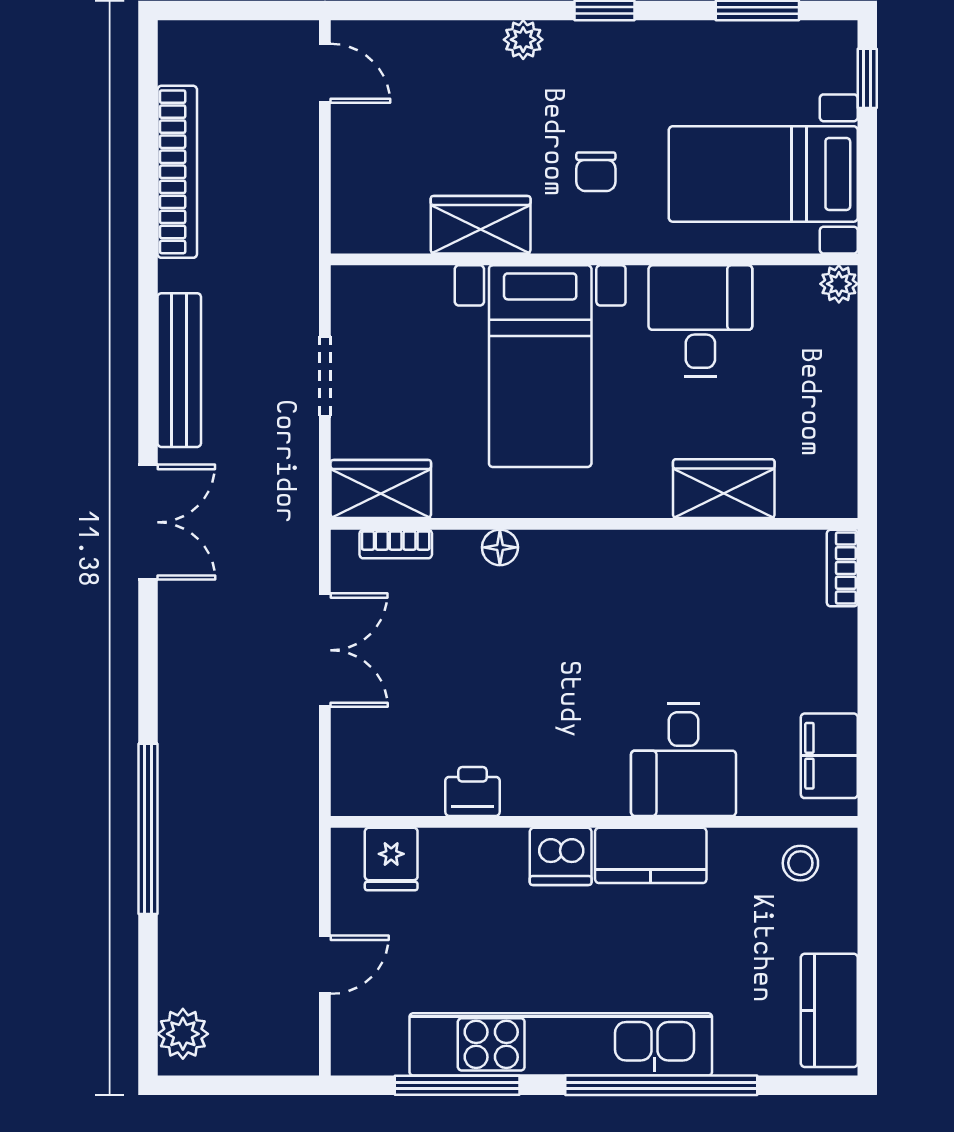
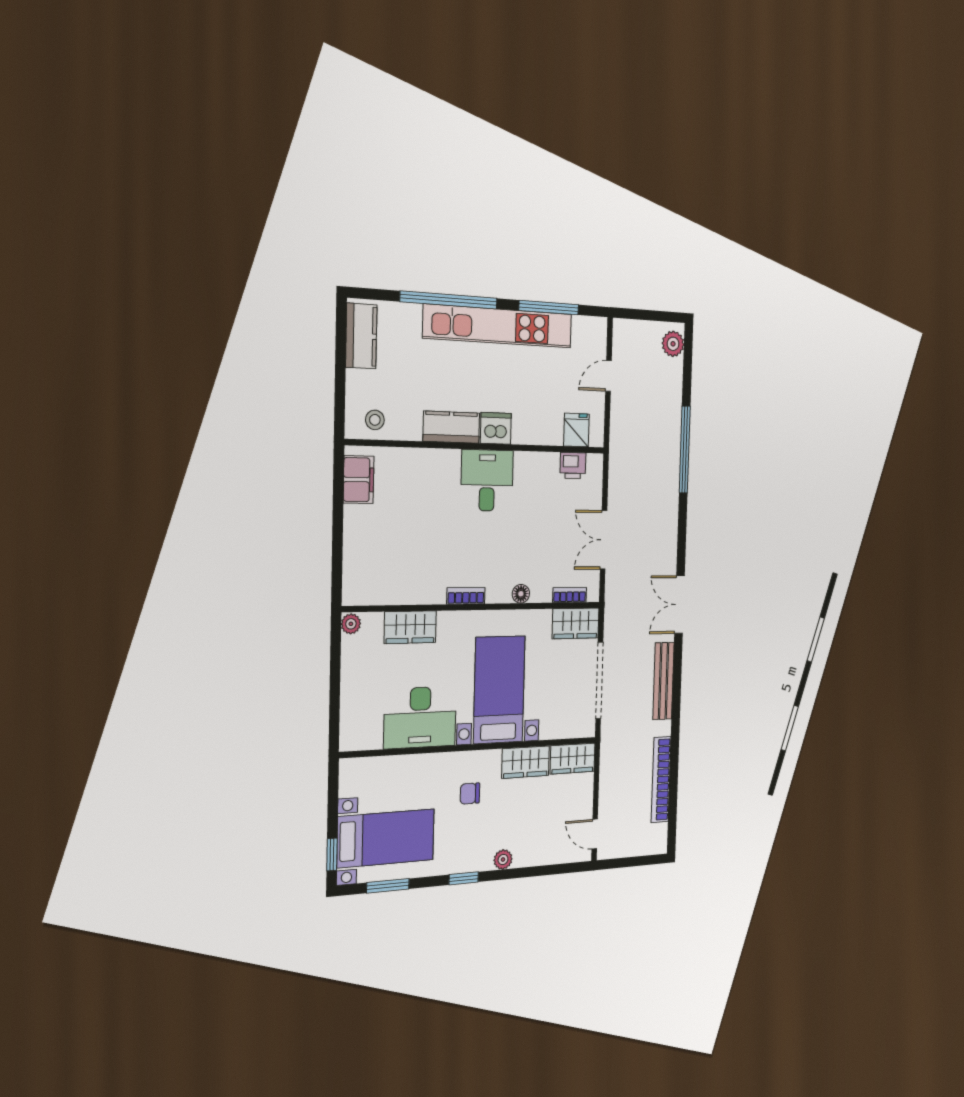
chair: (596, 172) -> (470, 794), turned -90
bed with nightstands: (763, 174) -> (386, 838), moved
wardrobe: (379, 226) -> (573, 759), added
plant: (839, 284) -> (351, 624), moved
desk: (700, 321) -> (420, 717), width x1.37
doorway: (325, 376) -> (599, 680), width x1.87
bookcase: (842, 568) -> (466, 596), moved, turned -90
desk: (684, 760) -> (487, 480), moved
printer: (473, 792) -> (573, 466), moved

